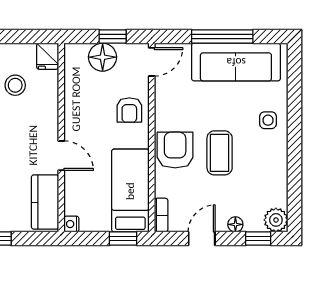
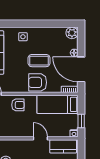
door: (61, 156) -> (40, 138), hinge flipped
window: (123, 239) -> (81, 121), moved
door: (202, 239) -> (81, 69), width x1.88
window: (258, 239) -> (81, 42), removed

